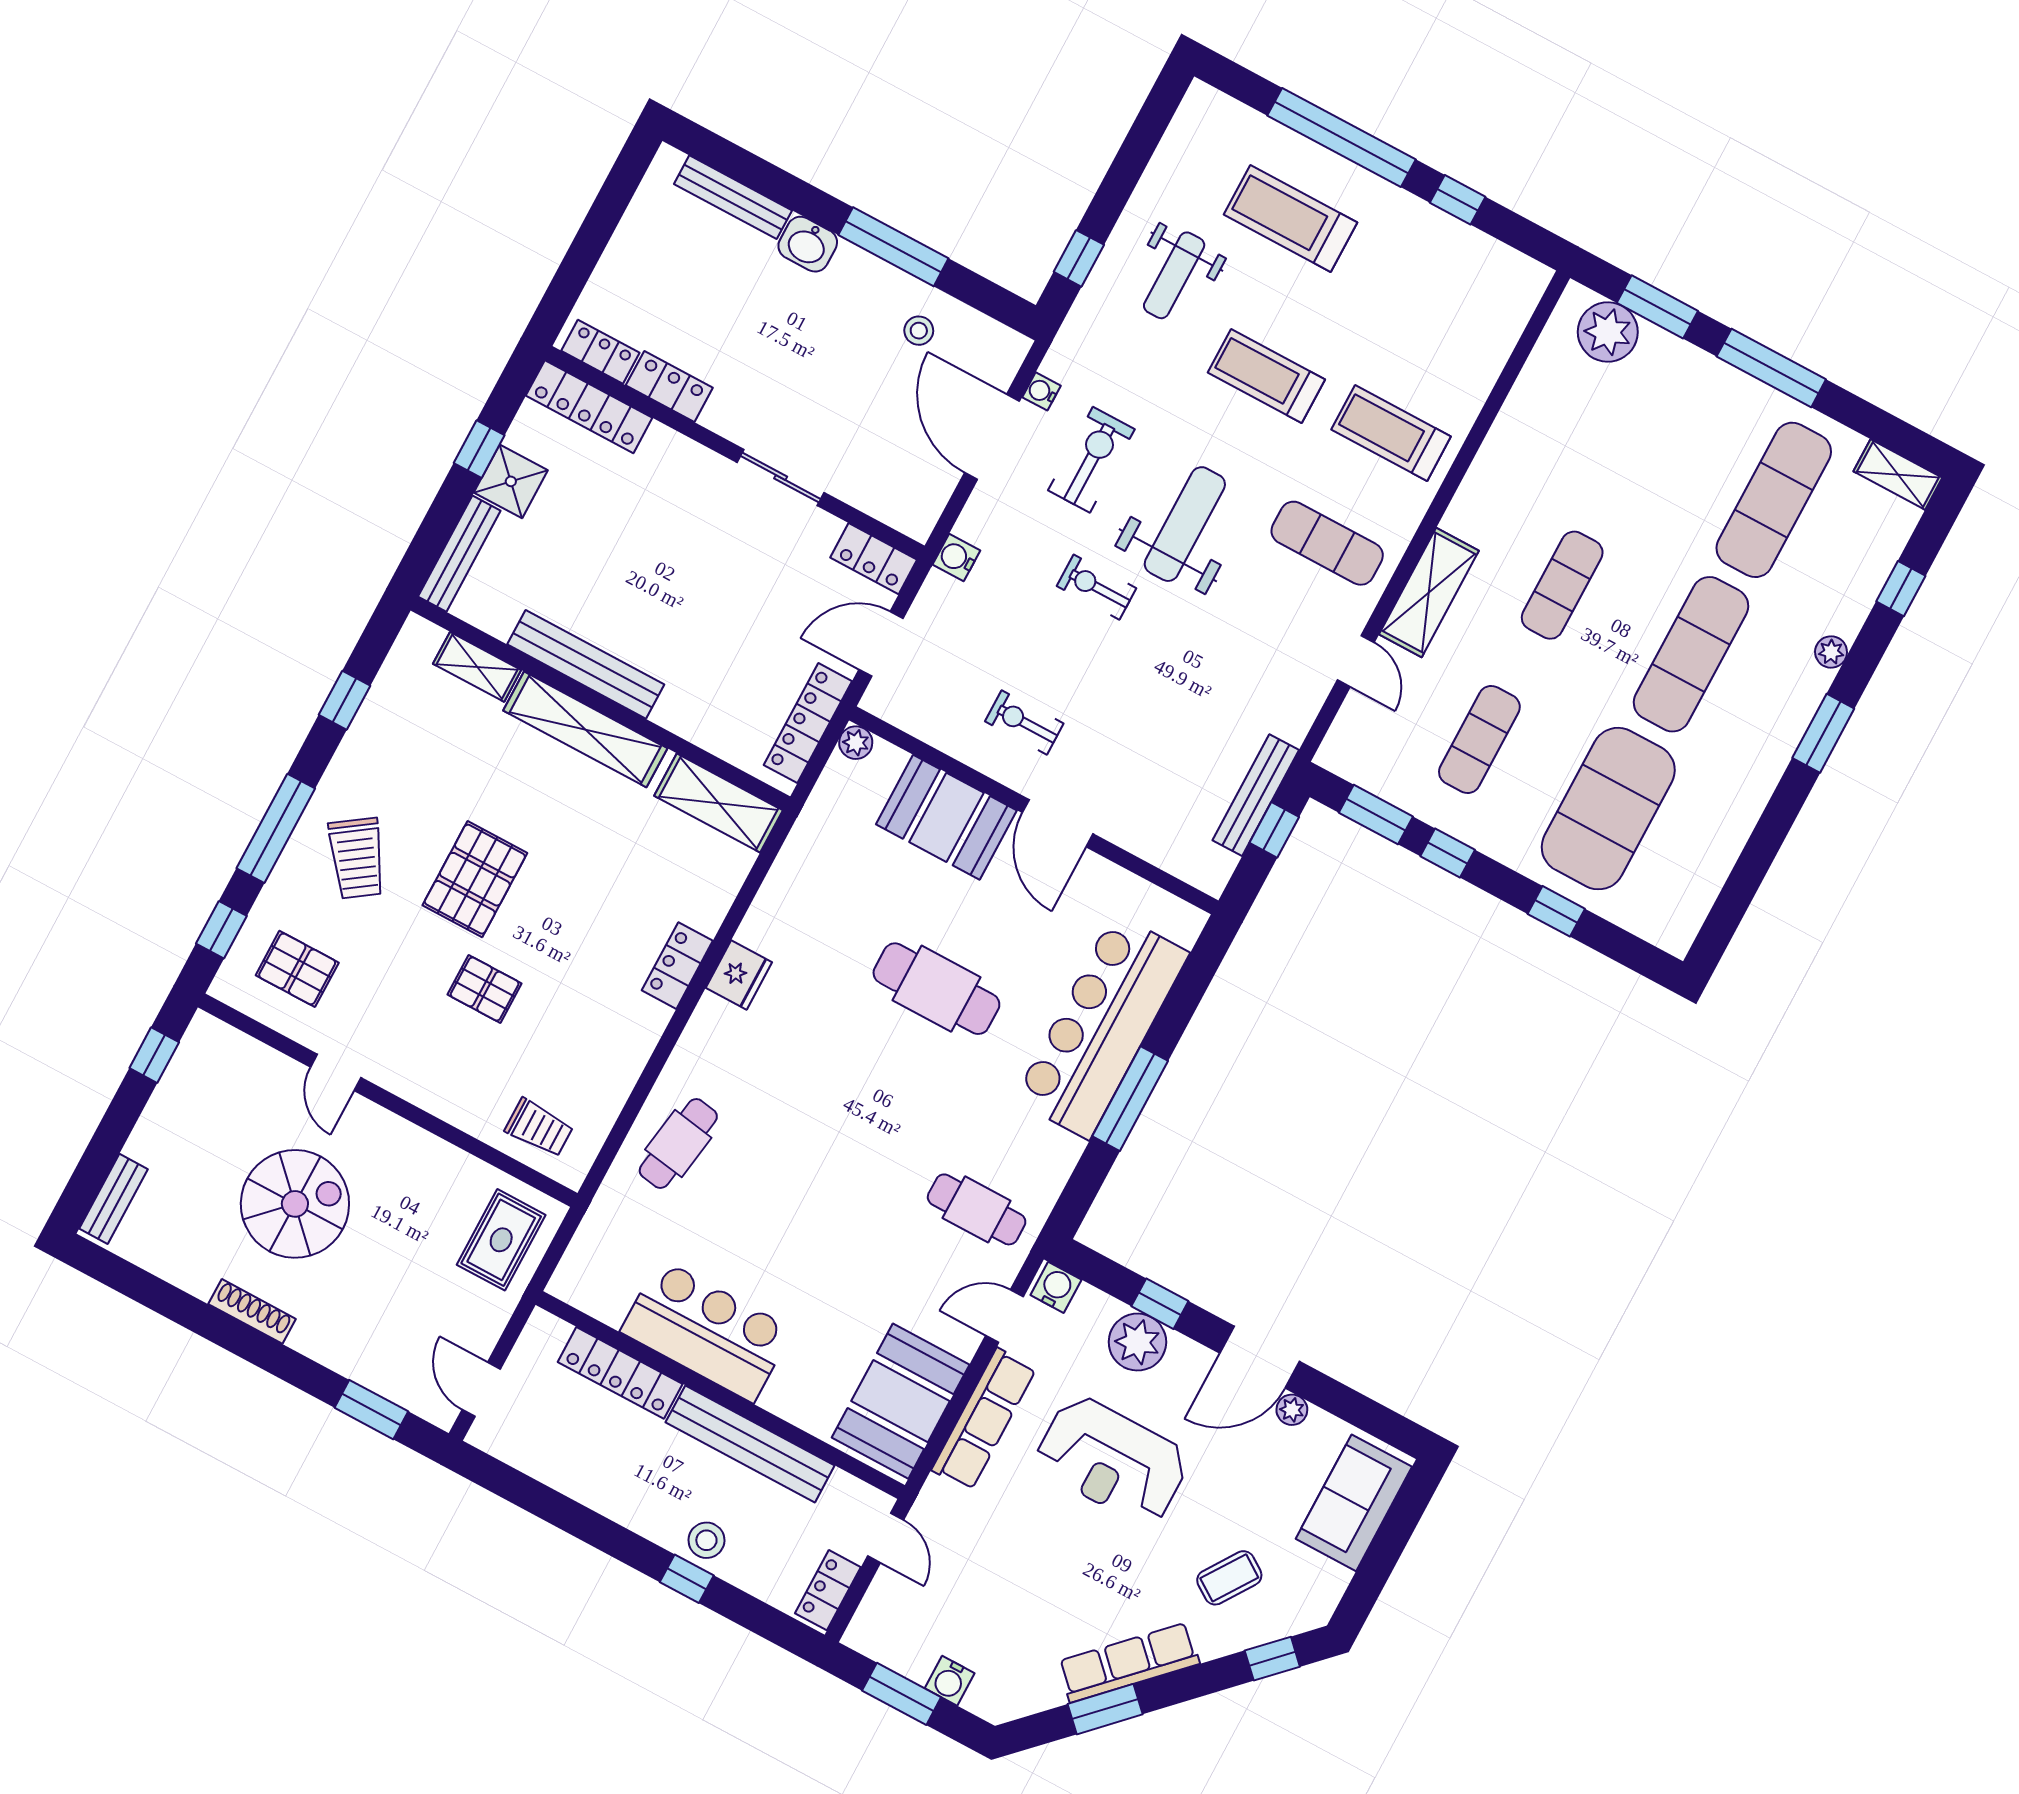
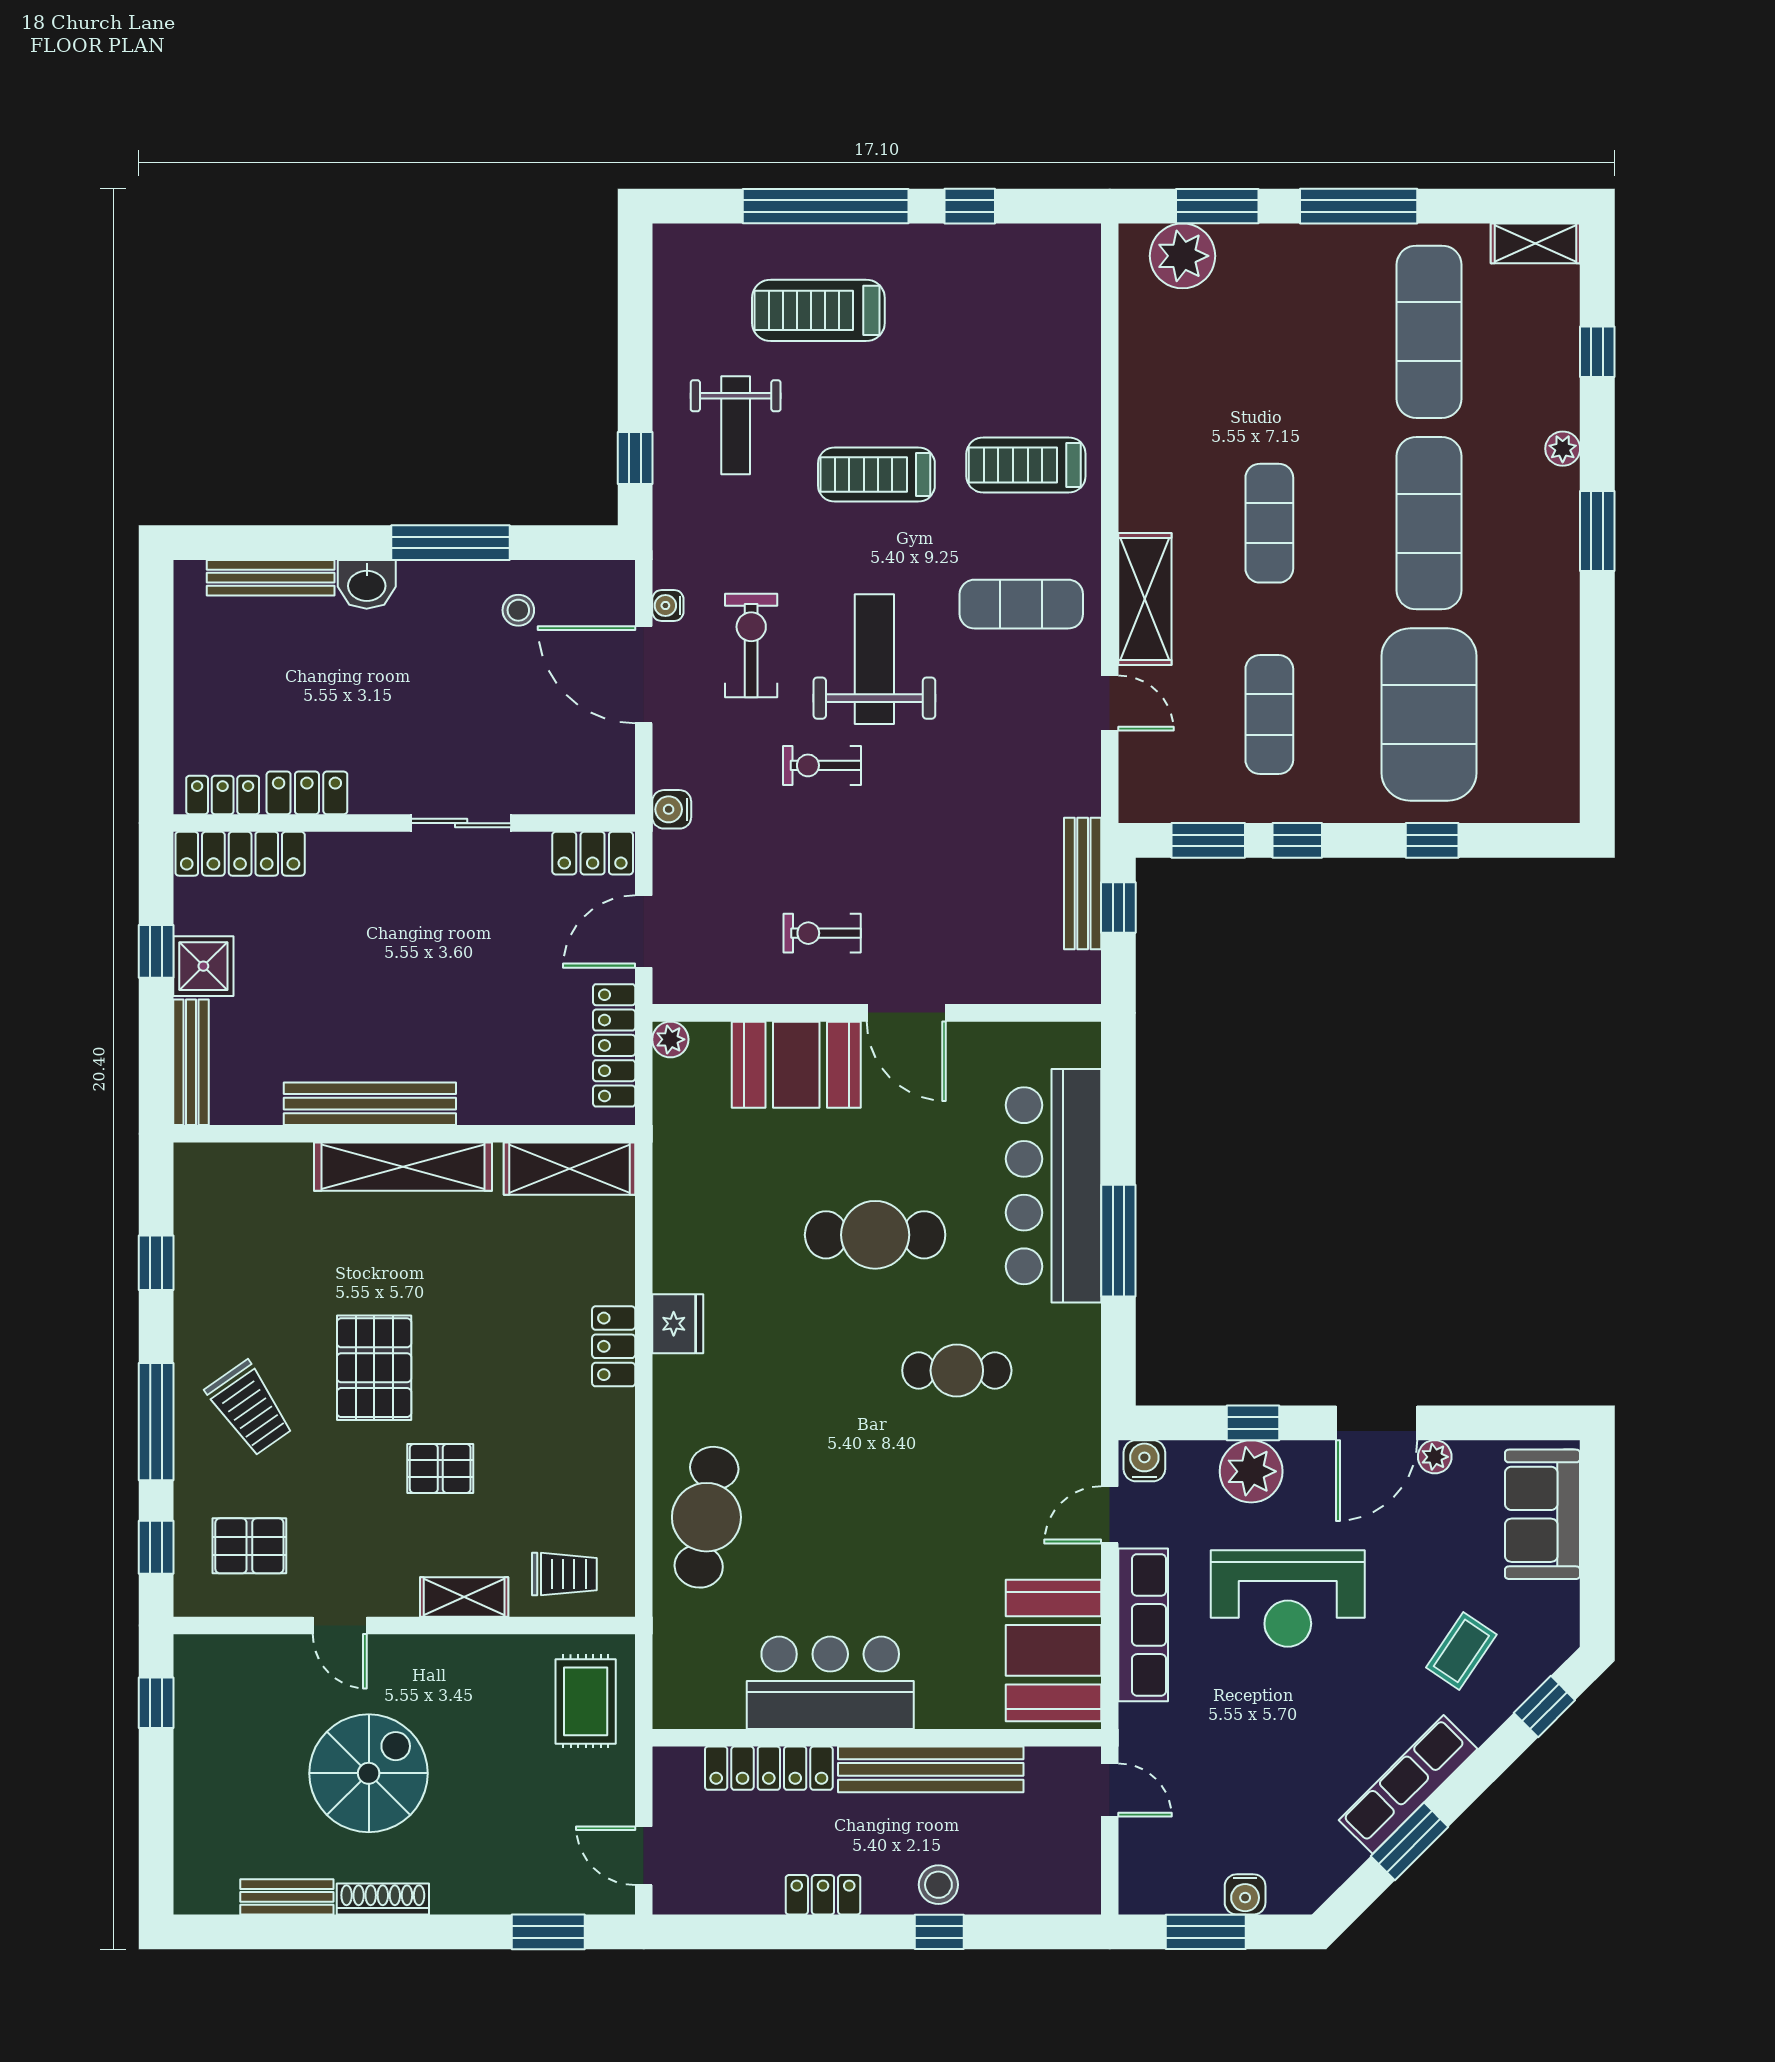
shelving: (477, 667) -> (464, 1597), moved
cafe table: (678, 1144) -> (706, 1517), width x1.37, depth x1.35
bench: (113, 1199) -> (287, 1897), moved, turned 90
cafe table: (977, 1209) -> (957, 1370), moved
locker: (828, 1590) -> (823, 1895), moved, turned 90

